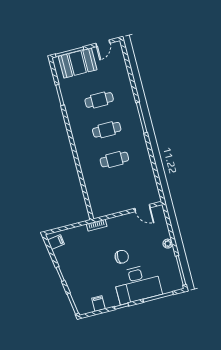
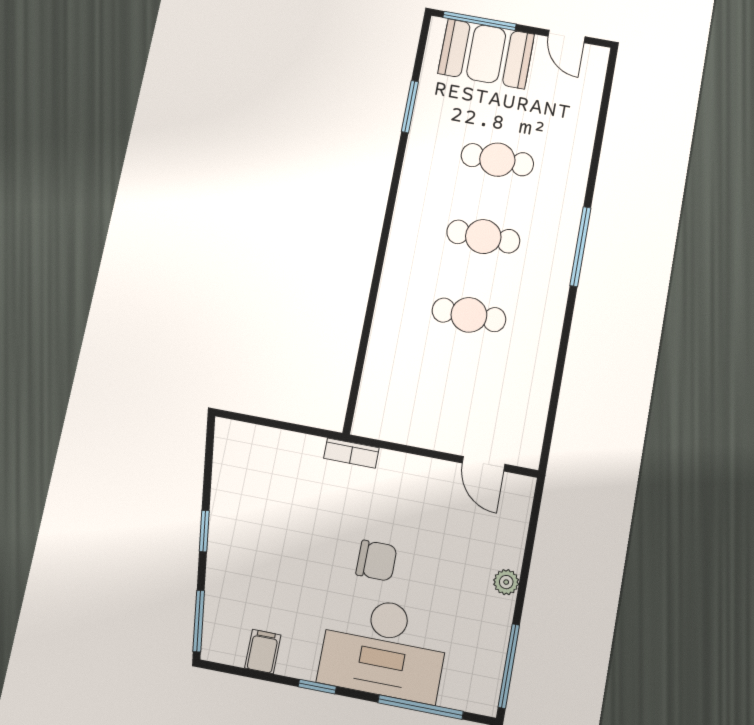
door: (103, 43) -> (567, 36), hinge flipped
filing cabinet: (56, 242) -> (232, 447), removed

